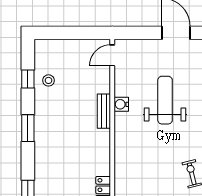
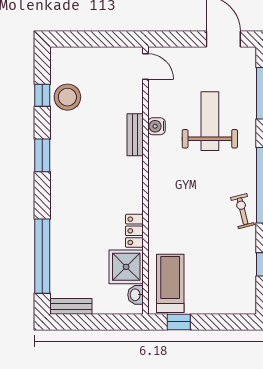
door: (112, 55) -> (145, 66), swing flipped
stool: (48, 80) -> (67, 97), width x1.89, depth x1.89

